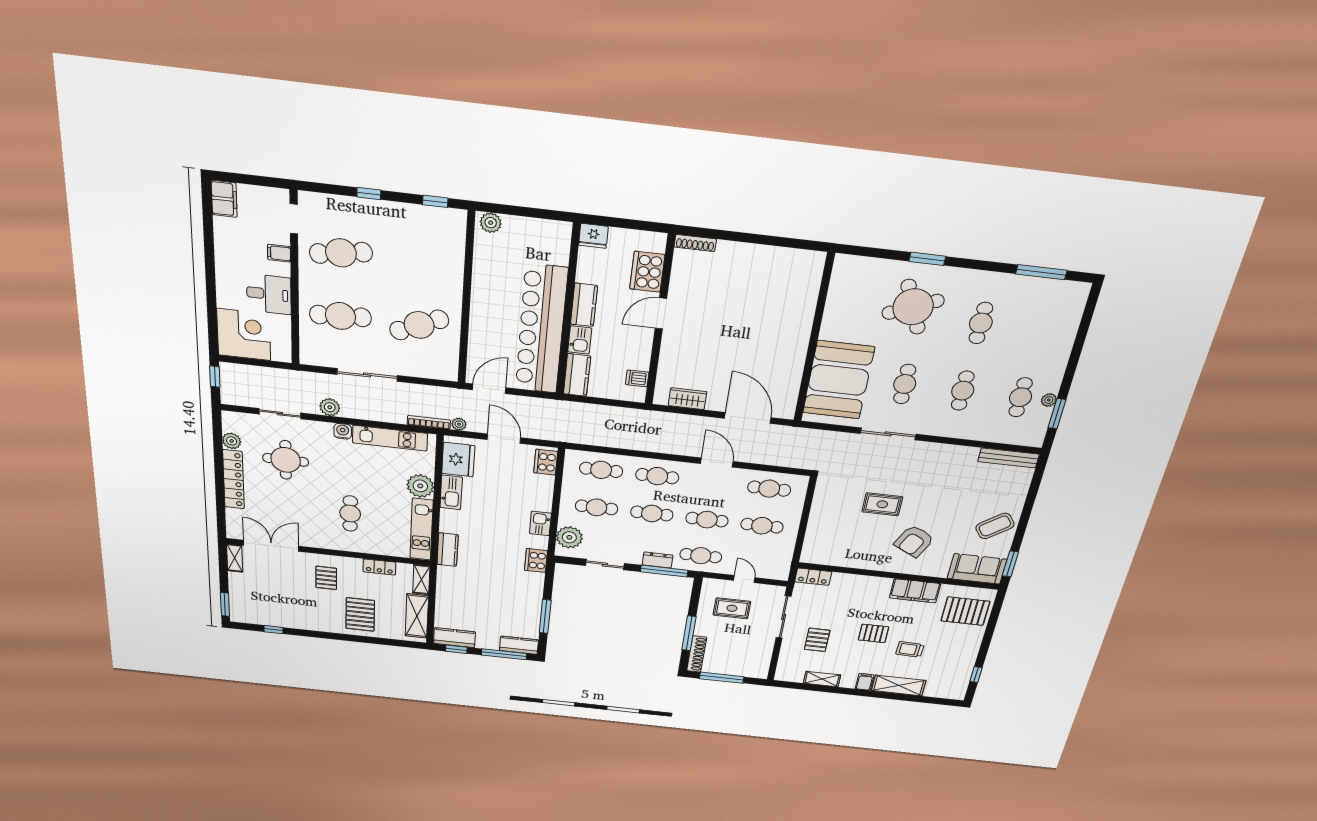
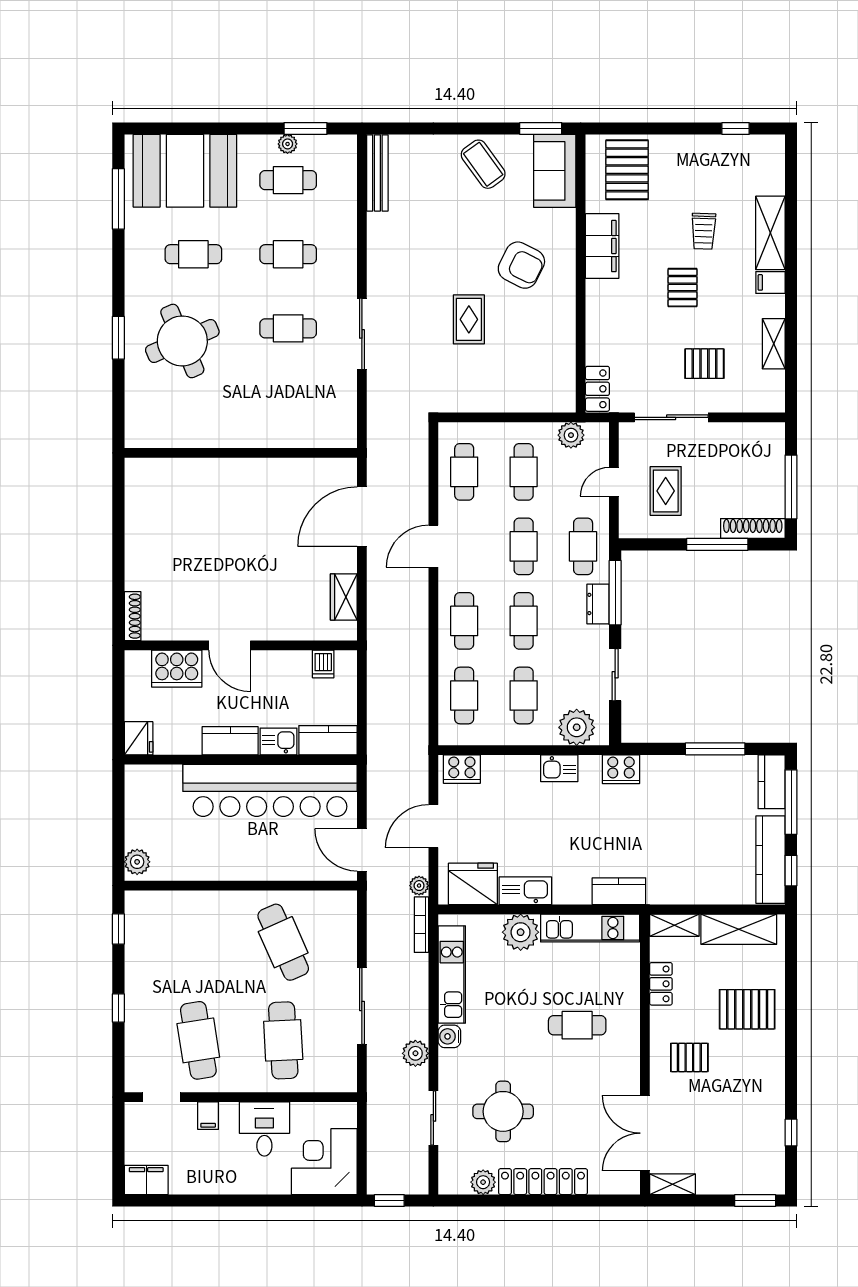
booth: (838, 380) -> (185, 171), moved
plant: (783, 557) -> (571, 435), added
kitchen counter: (455, 638) -> (770, 860), width x1.50

